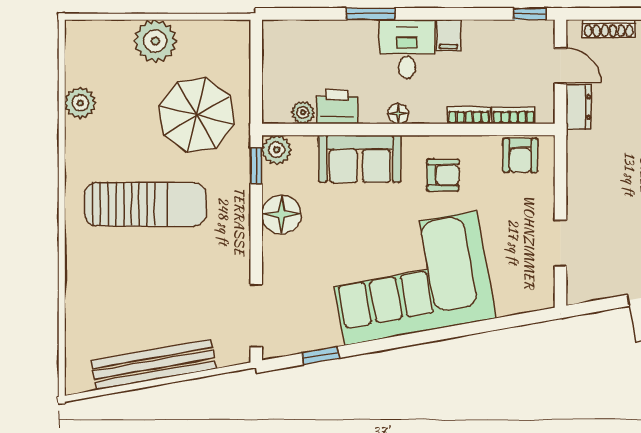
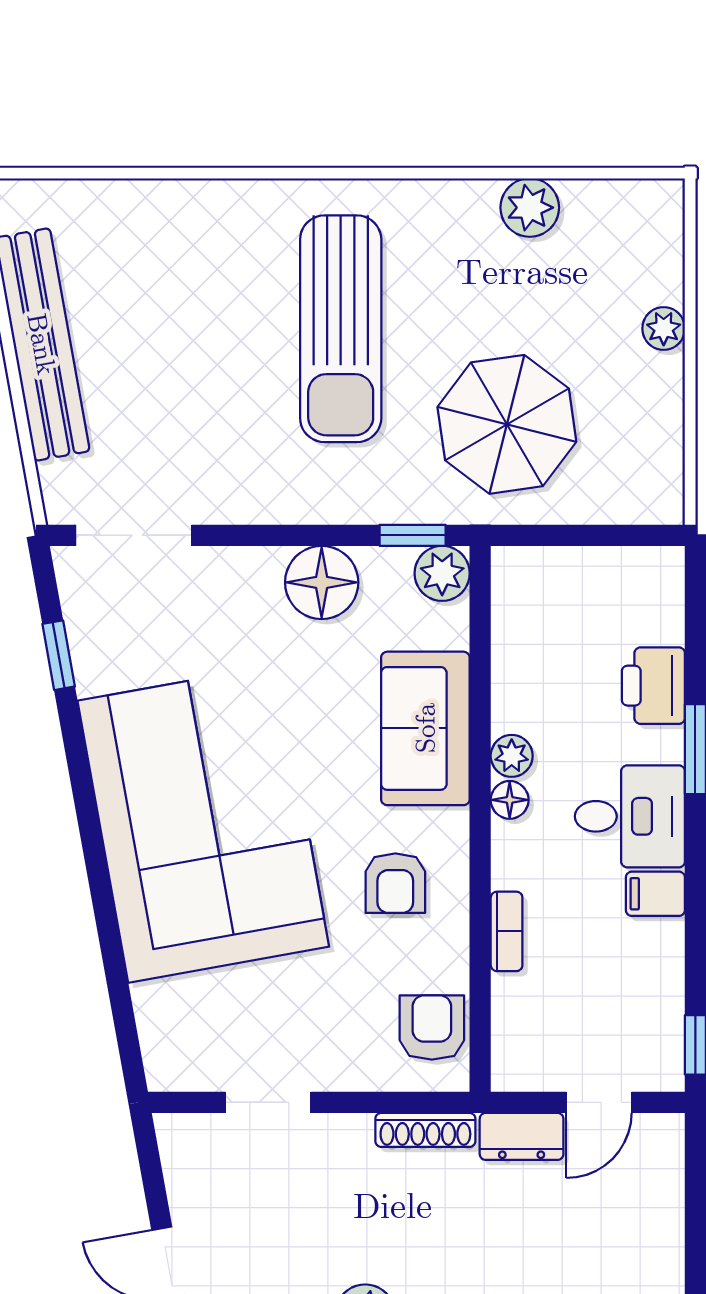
shoe rack: (609, 29) -> (425, 1130), moved, turned -90
plant: (155, 41) -> (664, 329), width x0.53, depth x0.53
printer: (337, 107) -> (653, 686), moved, turned 180
plant: (303, 113) -> (512, 756), moved
bookcase: (514, 115) -> (507, 1015), removed
armchair: (520, 155) -> (432, 1027), turned 90

